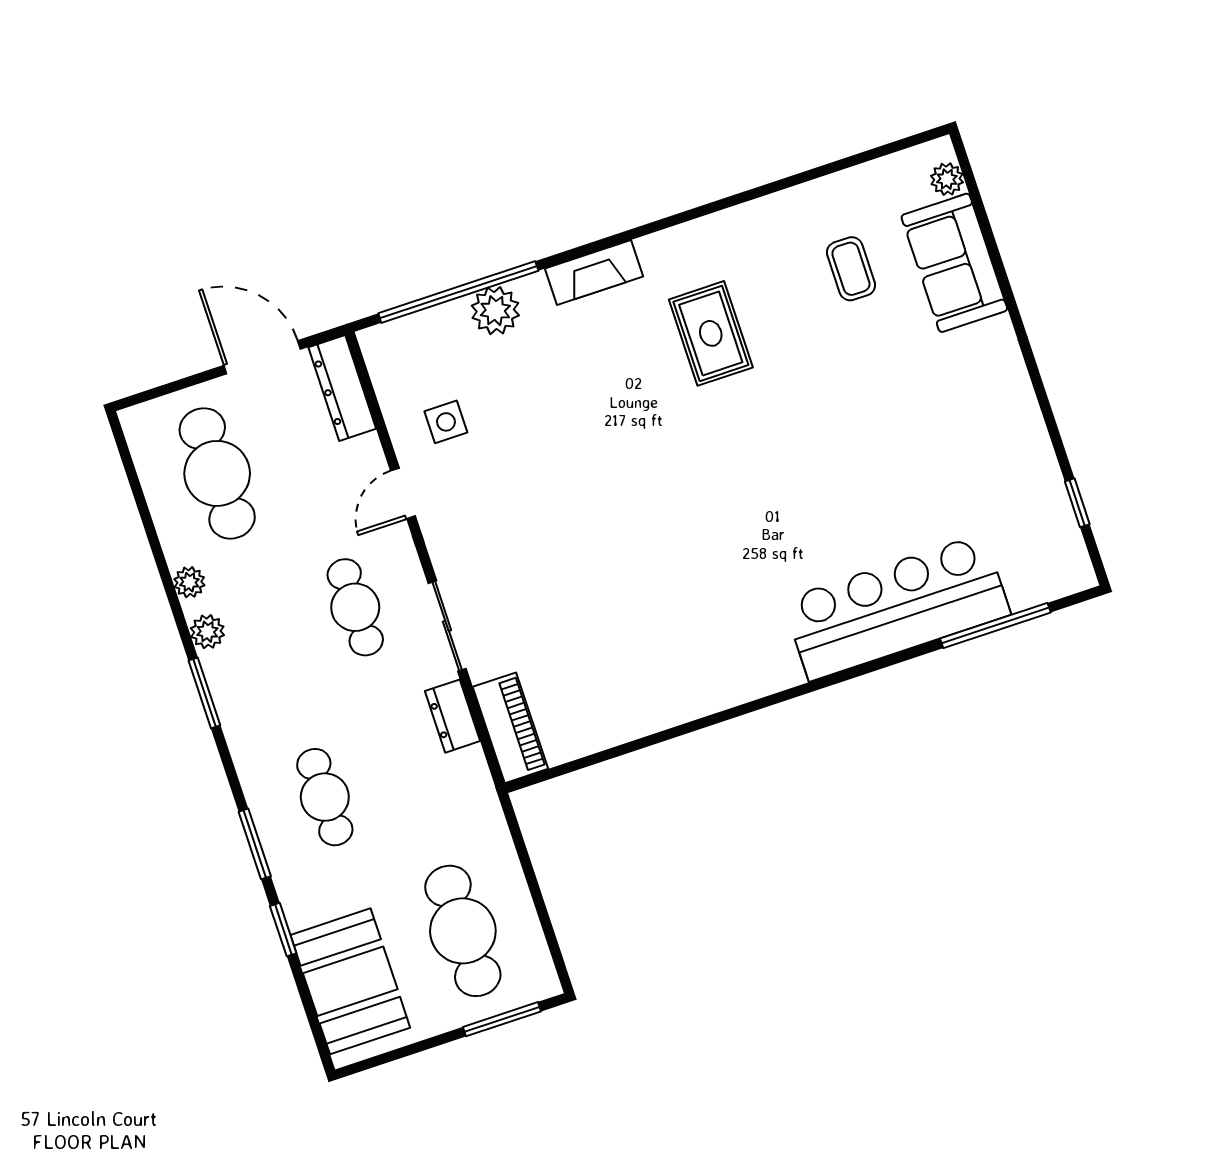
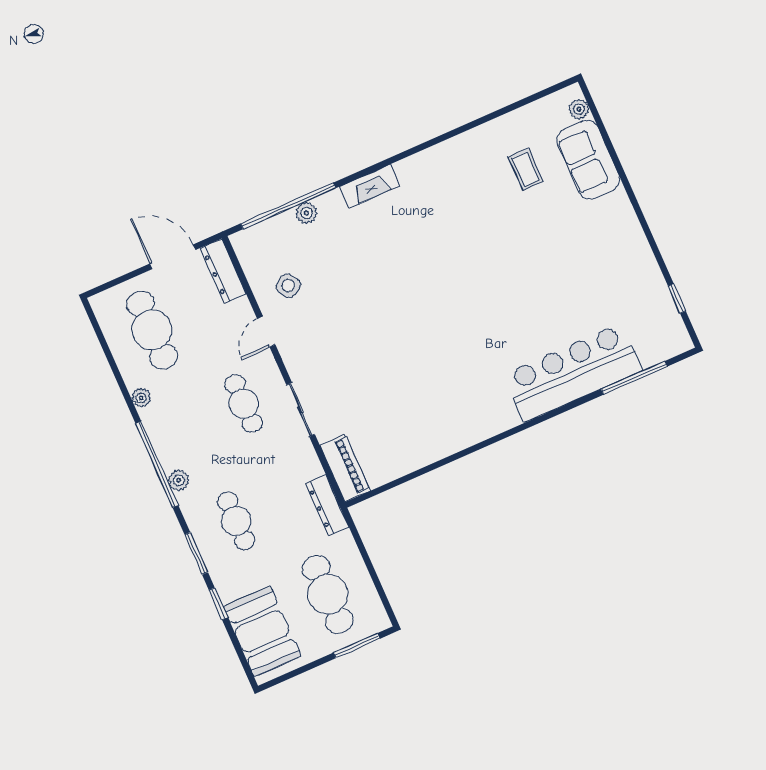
plant: (495, 311) -> (306, 213), width x0.73, depth x0.73
rug: (711, 333) -> (444, 217), removed
side table: (446, 422) -> (288, 286), turned -32
plant: (207, 632) -> (179, 480), moved
window: (204, 693) -> (157, 464), width x2.11
dresser: (452, 716) -> (327, 505), moved, width x1.44

